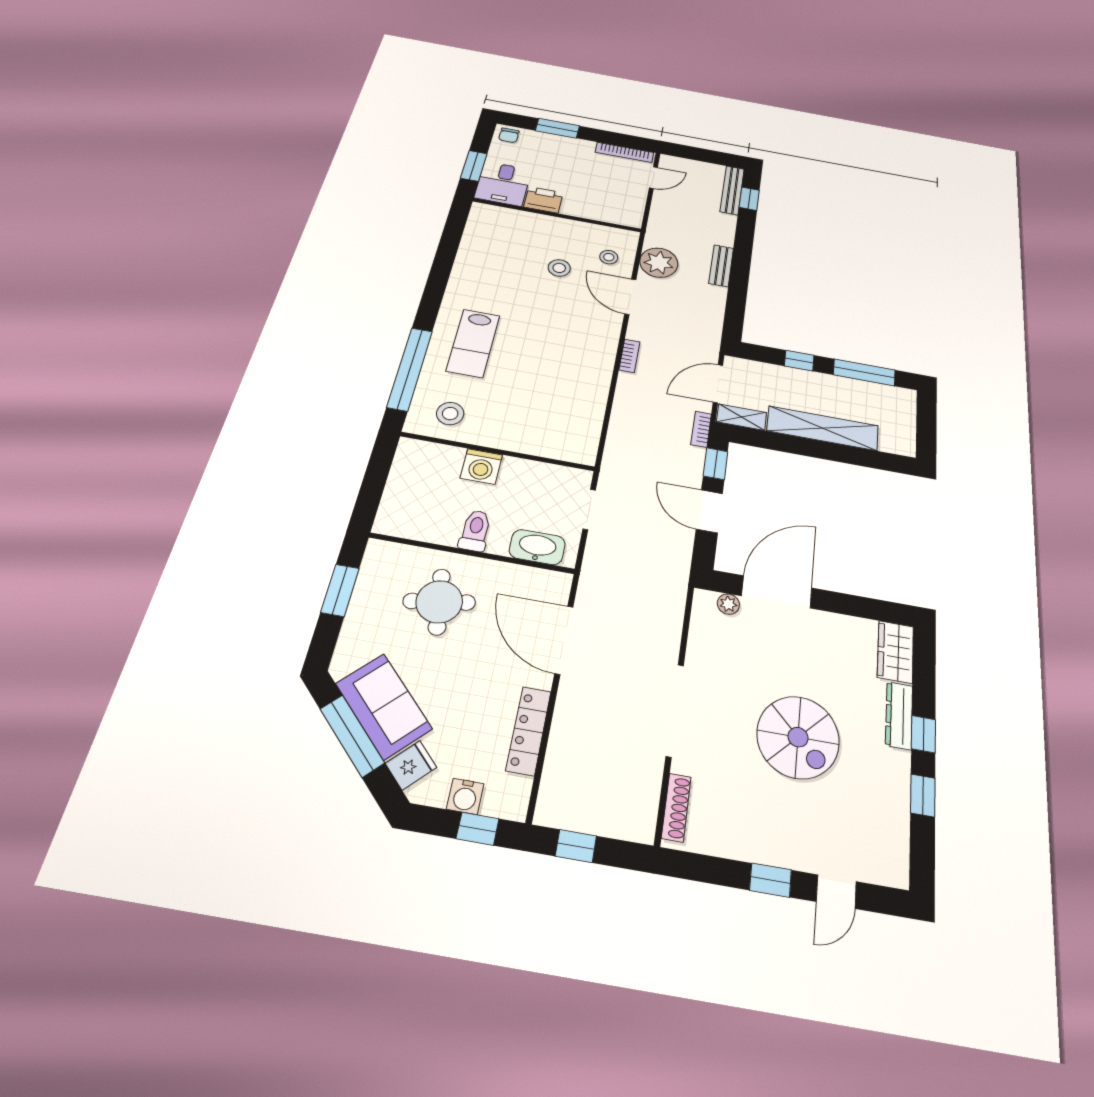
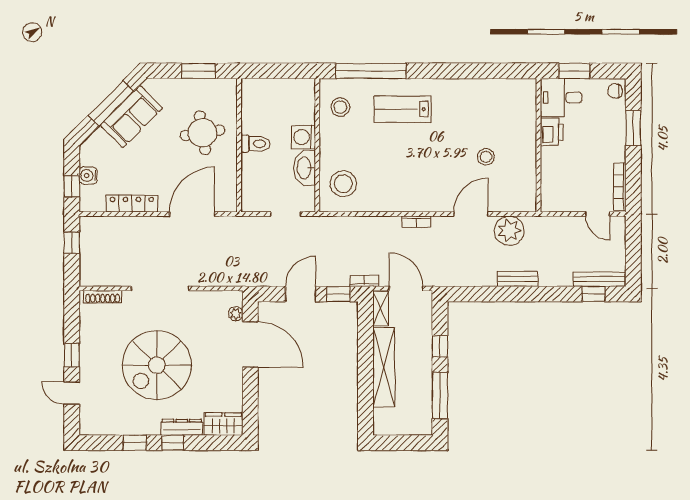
stool: (609, 257) -> (343, 184), moved, width x1.89, depth x1.89
washbasin: (537, 547) -> (305, 168), moved, turned 180
spiral stairs: (798, 737) -> (157, 365), width x1.37, depth x1.37
fridge: (411, 765) -> (100, 141), removed

